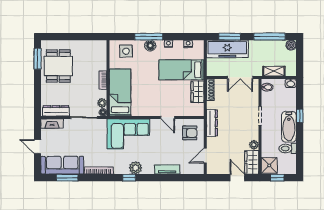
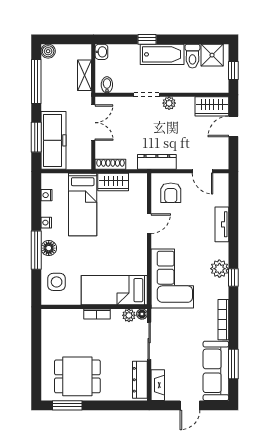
armchair: (190, 133) -> (171, 193), turned 180
plant: (254, 145) -> (169, 103), moved
shower: (269, 165) -> (212, 55), moved

